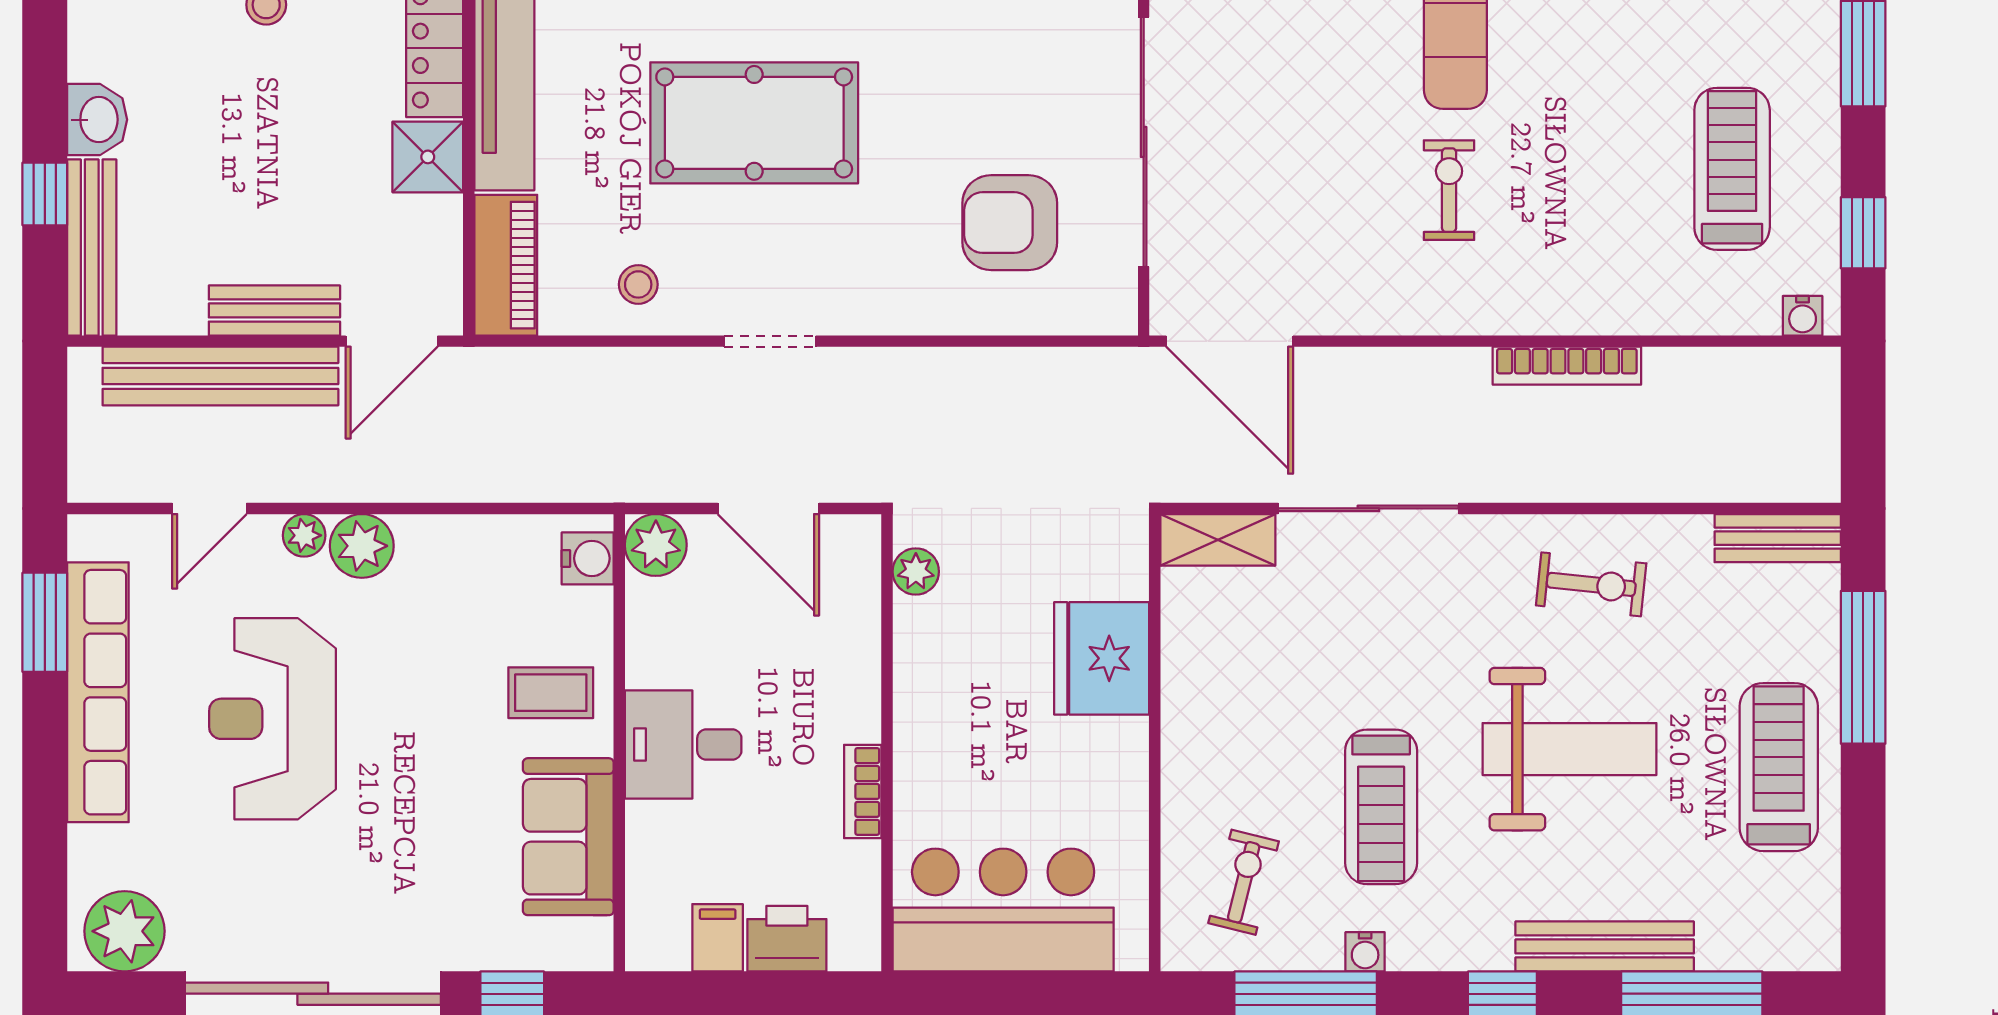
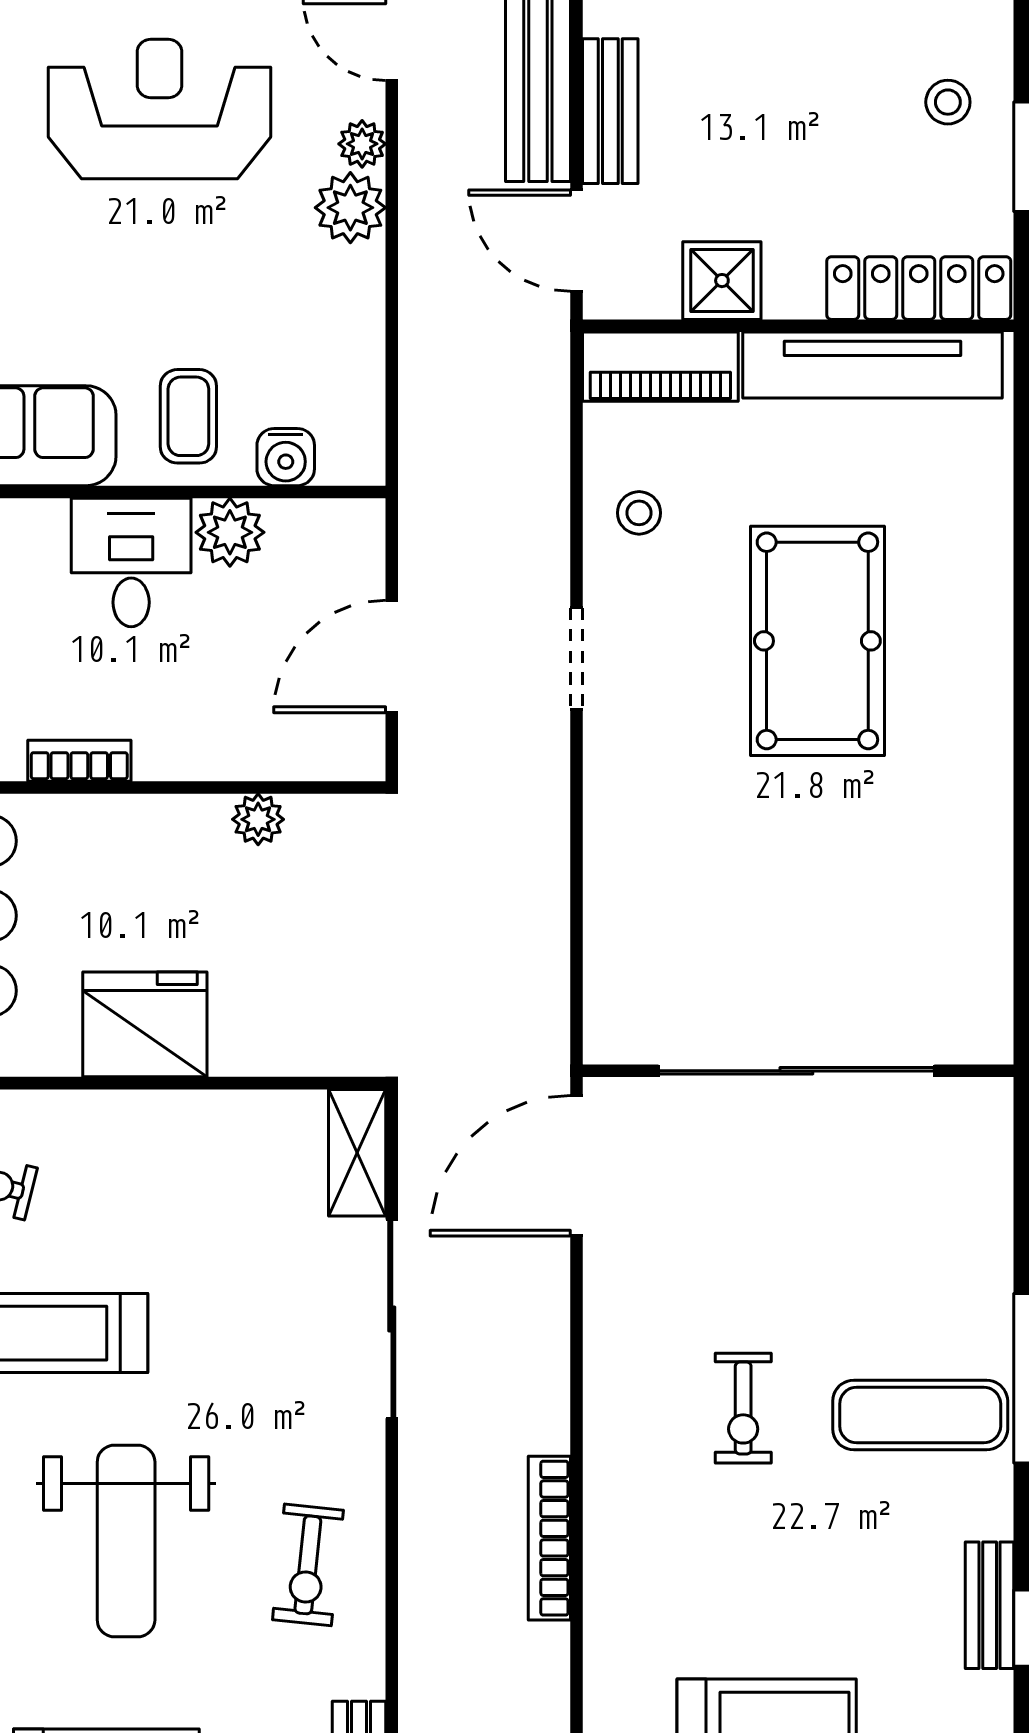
shower: (428, 157) -> (722, 281), moved
exercise bike: (1449, 190) -> (743, 1408), turned 90
armchair: (1010, 223) -> (707, 923), removed
plant: (656, 545) -> (230, 532), moved
water cooler: (588, 558) -> (286, 457), moved
plant: (916, 572) -> (258, 819), moved
fridge: (1102, 658) -> (145, 1024), moved

